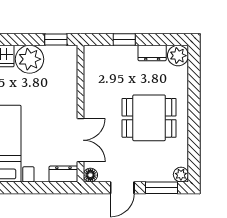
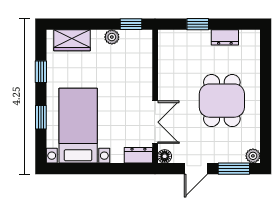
plant: (178, 56) -> (250, 40), removed
plant: (30, 59) -> (112, 37), width x0.53, depth x0.53
dining table: (149, 118) -> (222, 101), turned 90

